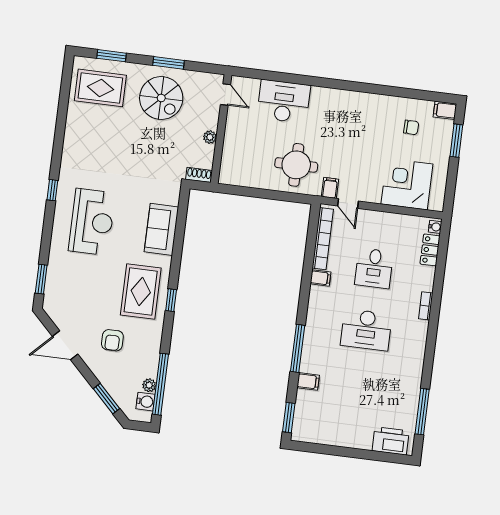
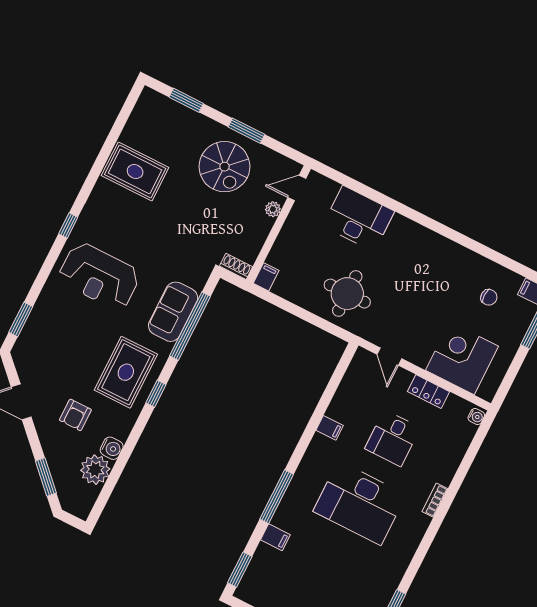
rug: (100, 88) -> (135, 172), moved
door: (225, 94) -> (297, 188), swing flipped
plant: (210, 137) -> (273, 209), moved
filing cabinet: (330, 188) -> (266, 277), moved
reception desk: (92, 222) -> (99, 276), turned 90
bookcase: (323, 239) -> (348, 385), removed
locker: (430, 250) -> (429, 392), moved, turned -90
desk: (366, 330) -> (360, 503), width x1.36, depth x1.30
window: (160, 384) -> (190, 326), moved
plant: (149, 385) -> (95, 470), width x1.88, depth x1.88
water cooler: (145, 402) -> (112, 448), moved

